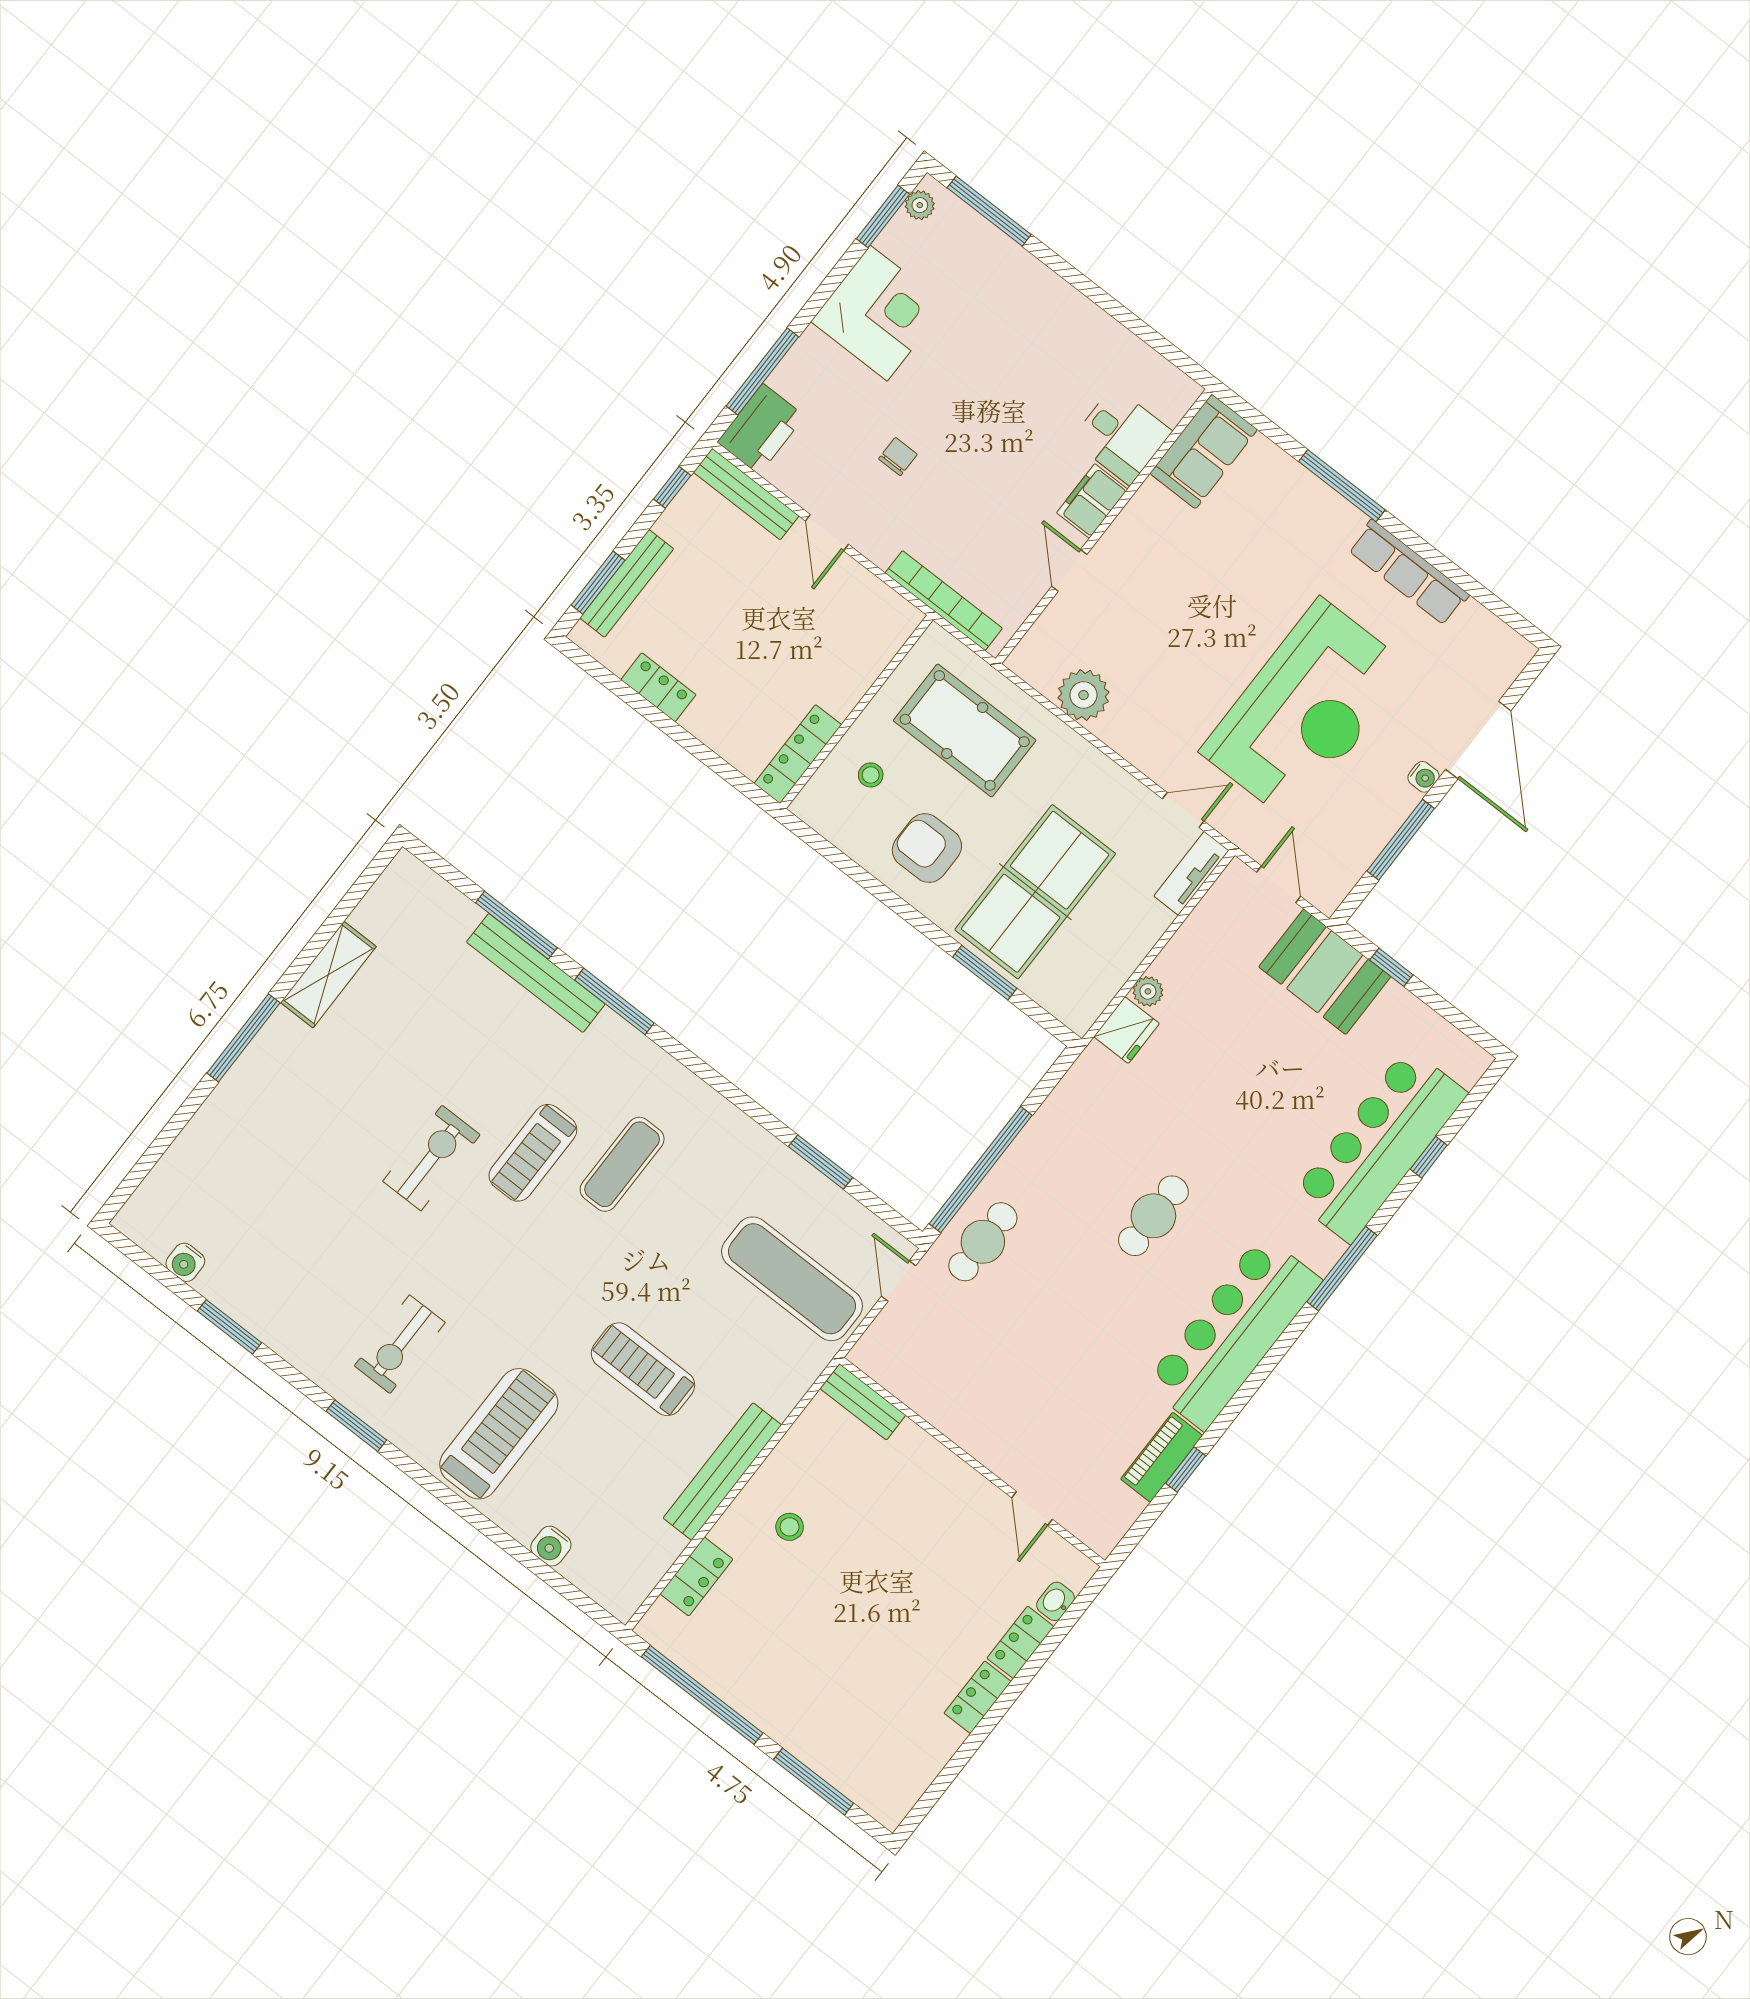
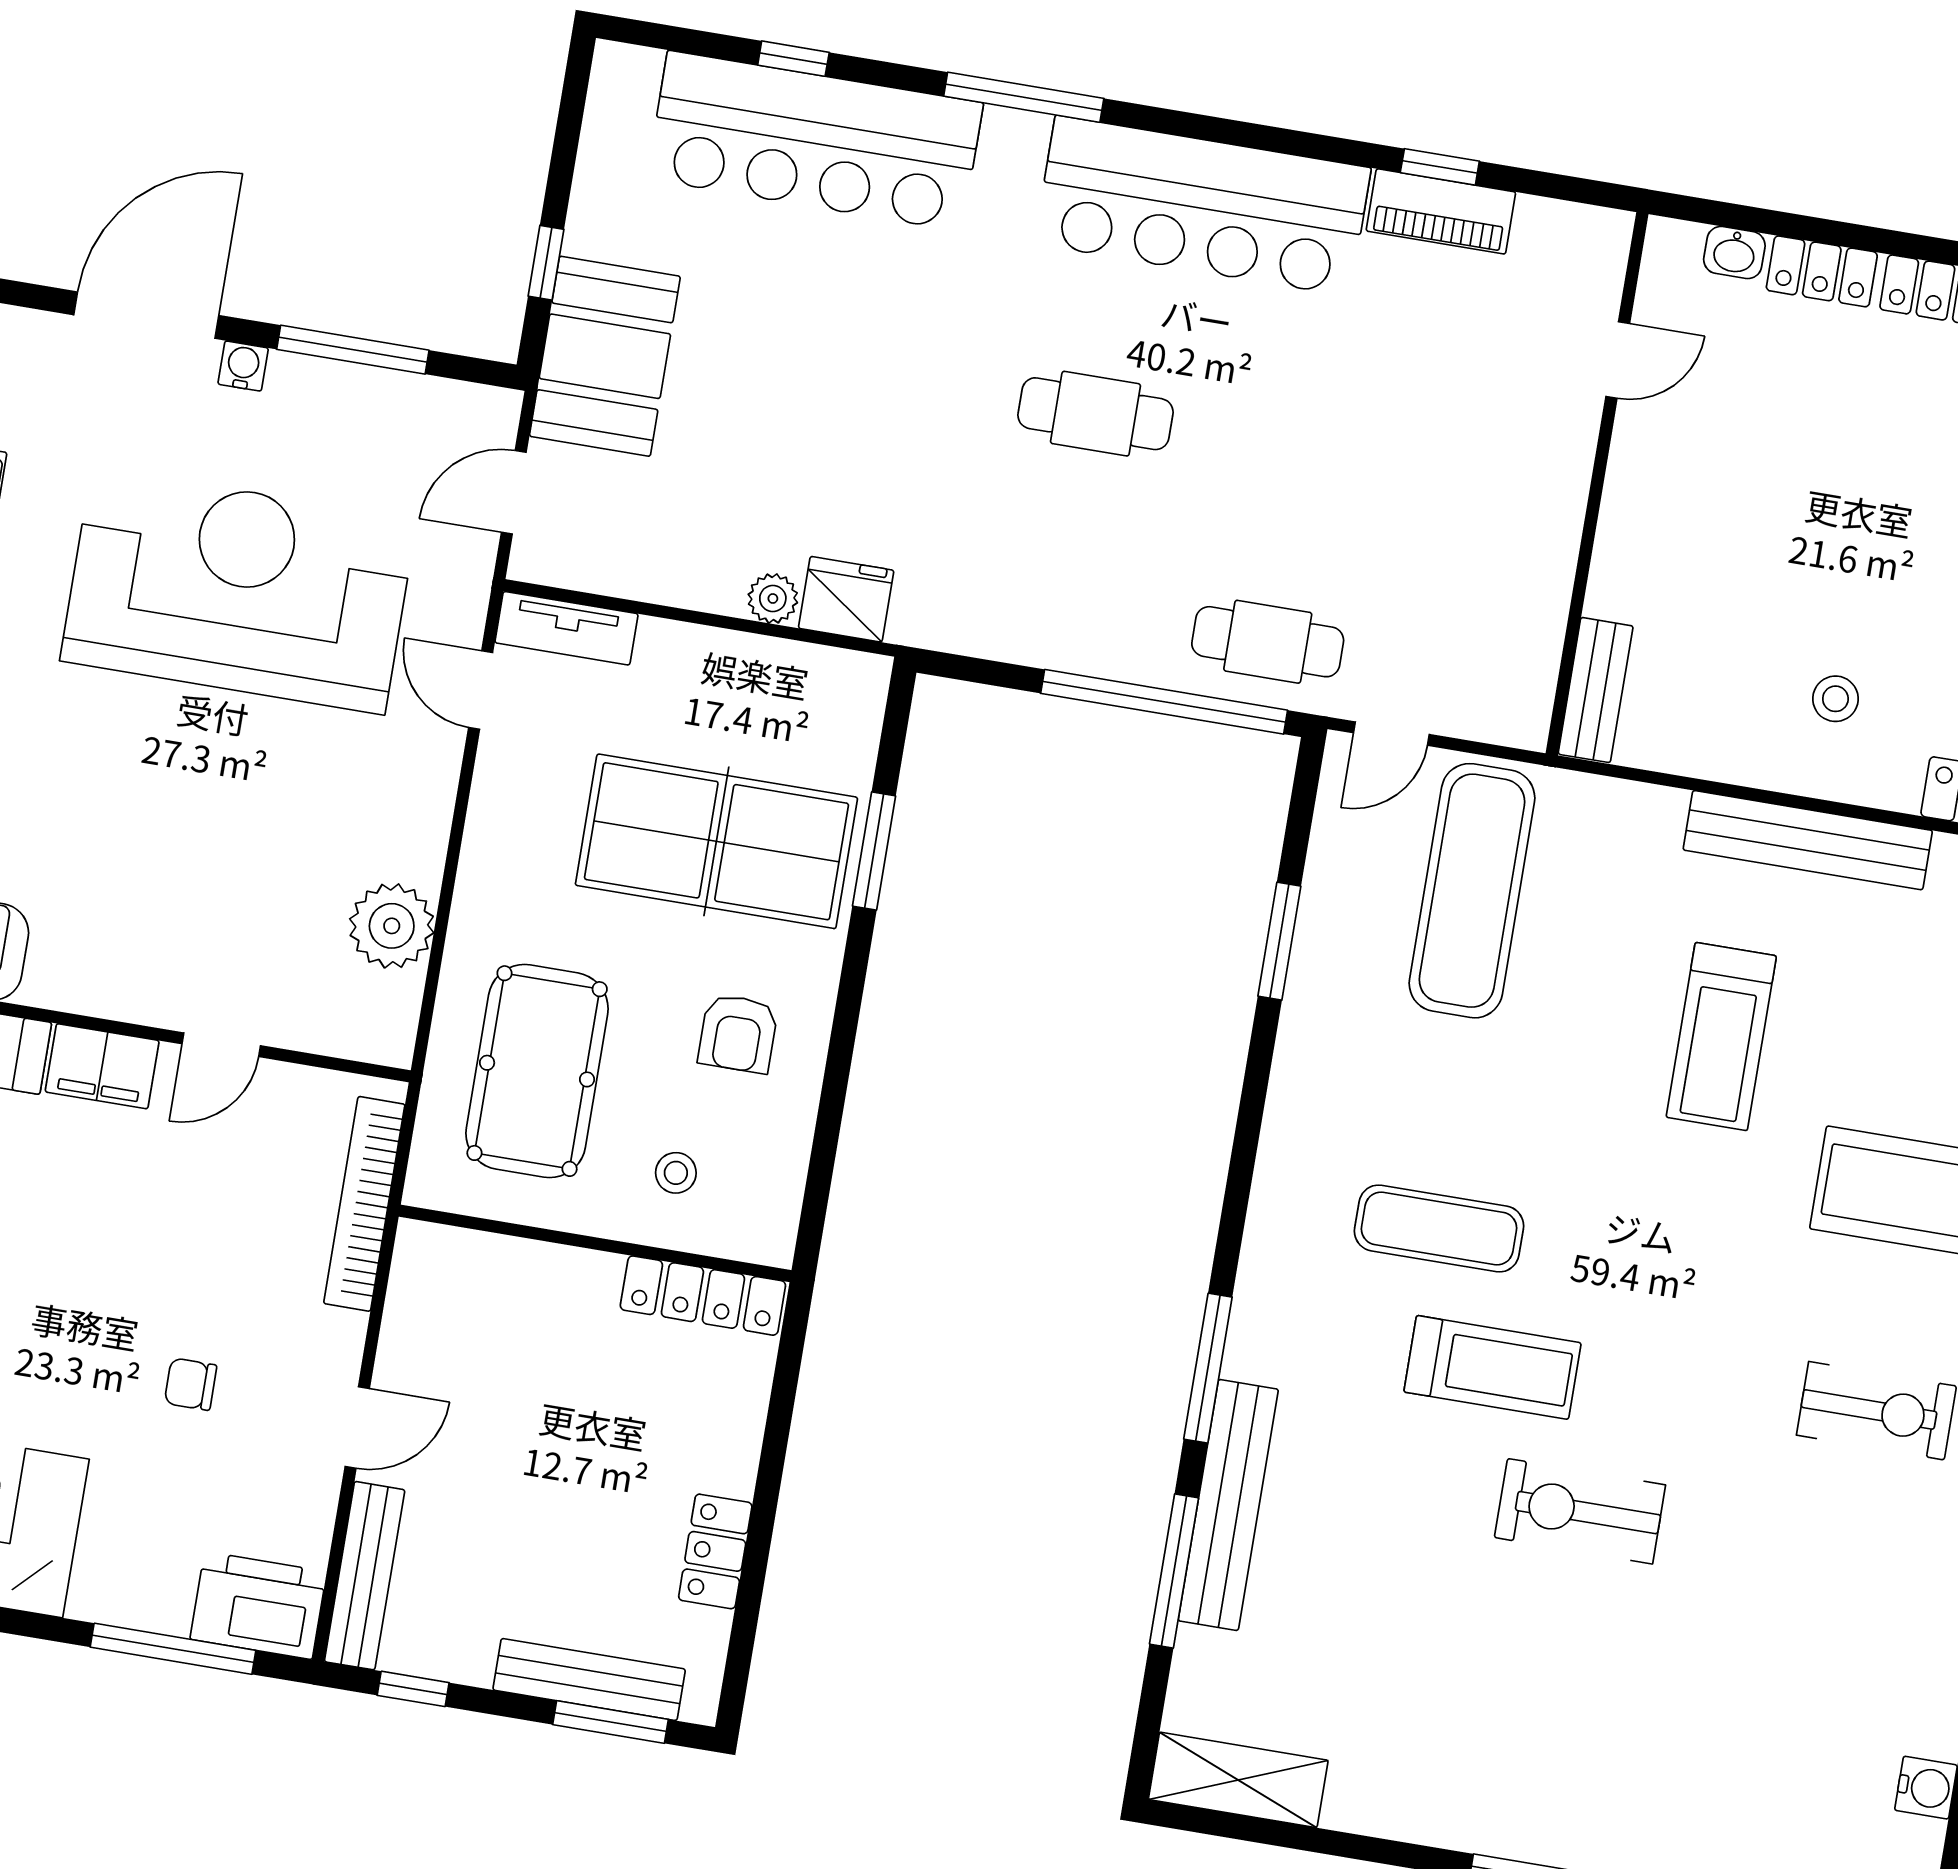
armchair: (927, 848) -> (738, 1033), width x0.72, depth x0.72
shelving: (328, 975) -> (1238, 1780), moved

